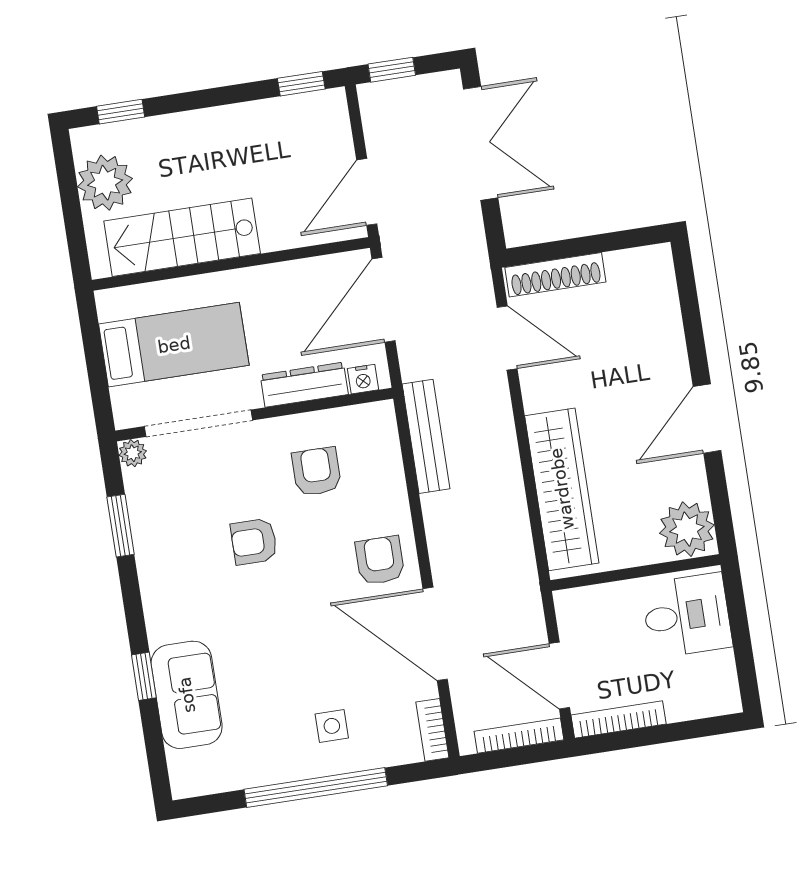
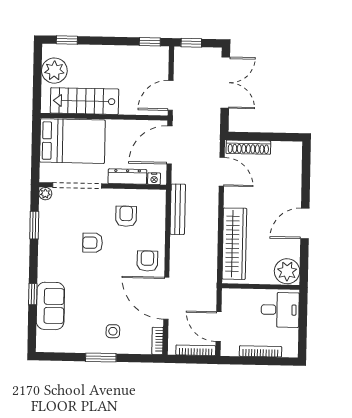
bed: (174, 345) -> (72, 141), width x1.50
bookcase: (618, 720) -> (260, 351), moved
window: (316, 788) -> (101, 358), width x0.47

